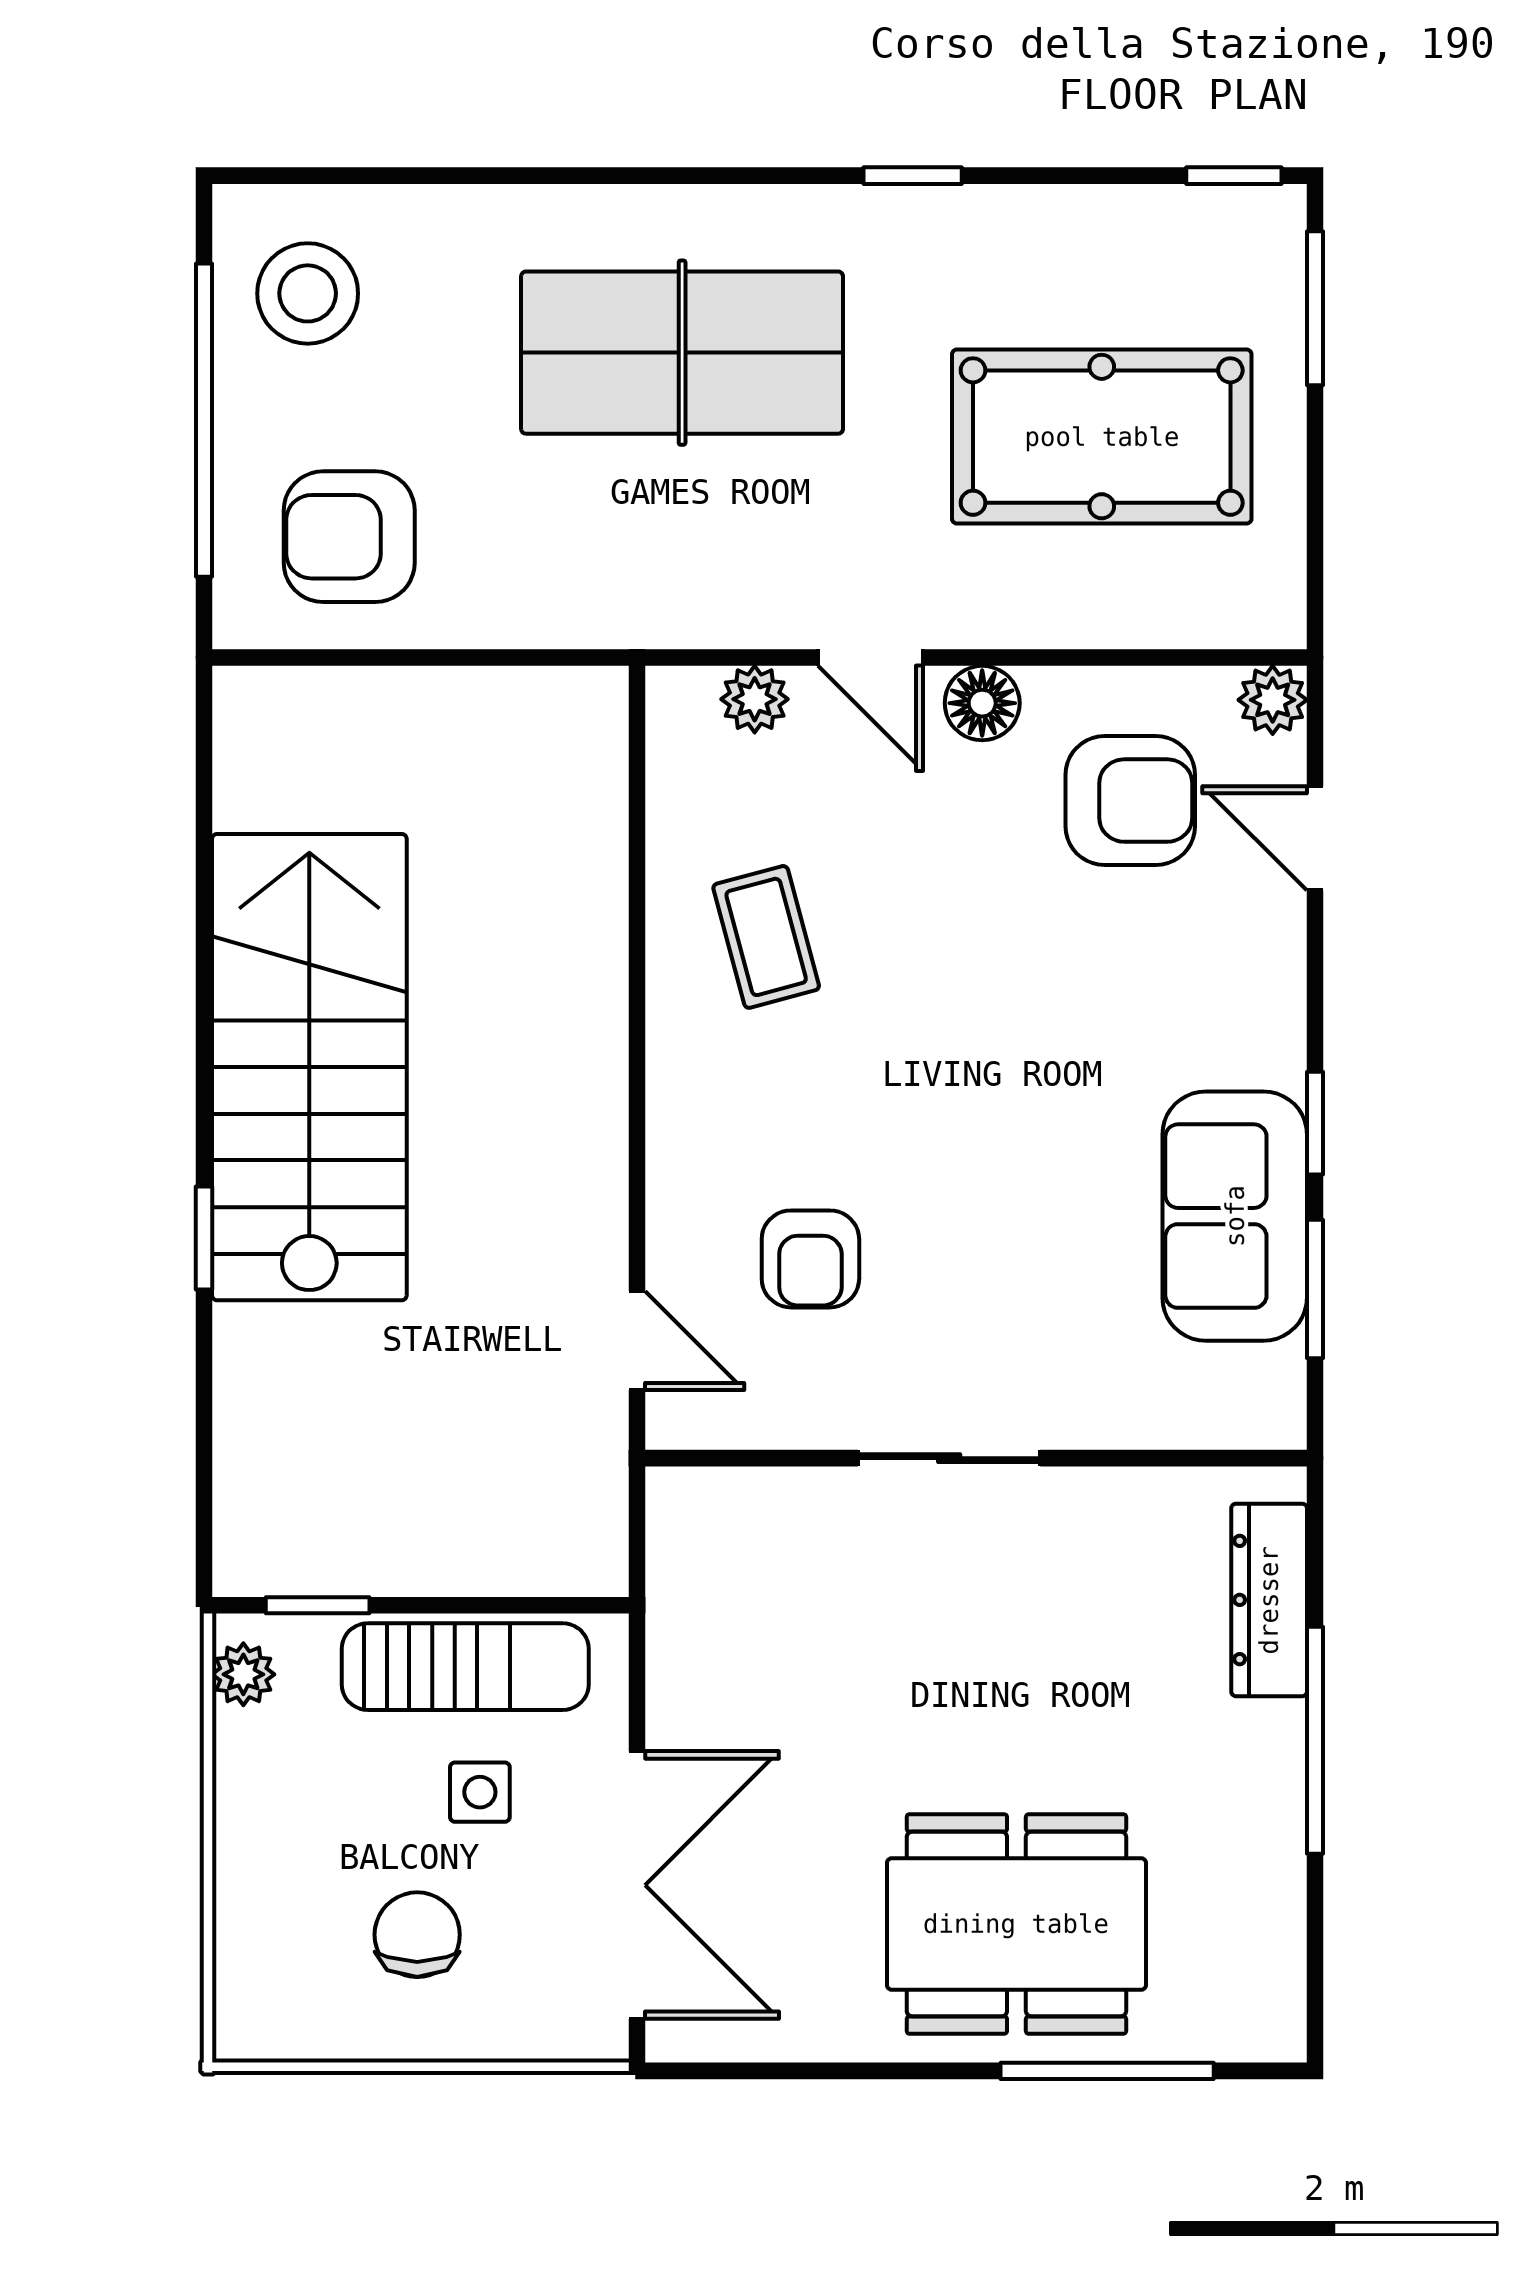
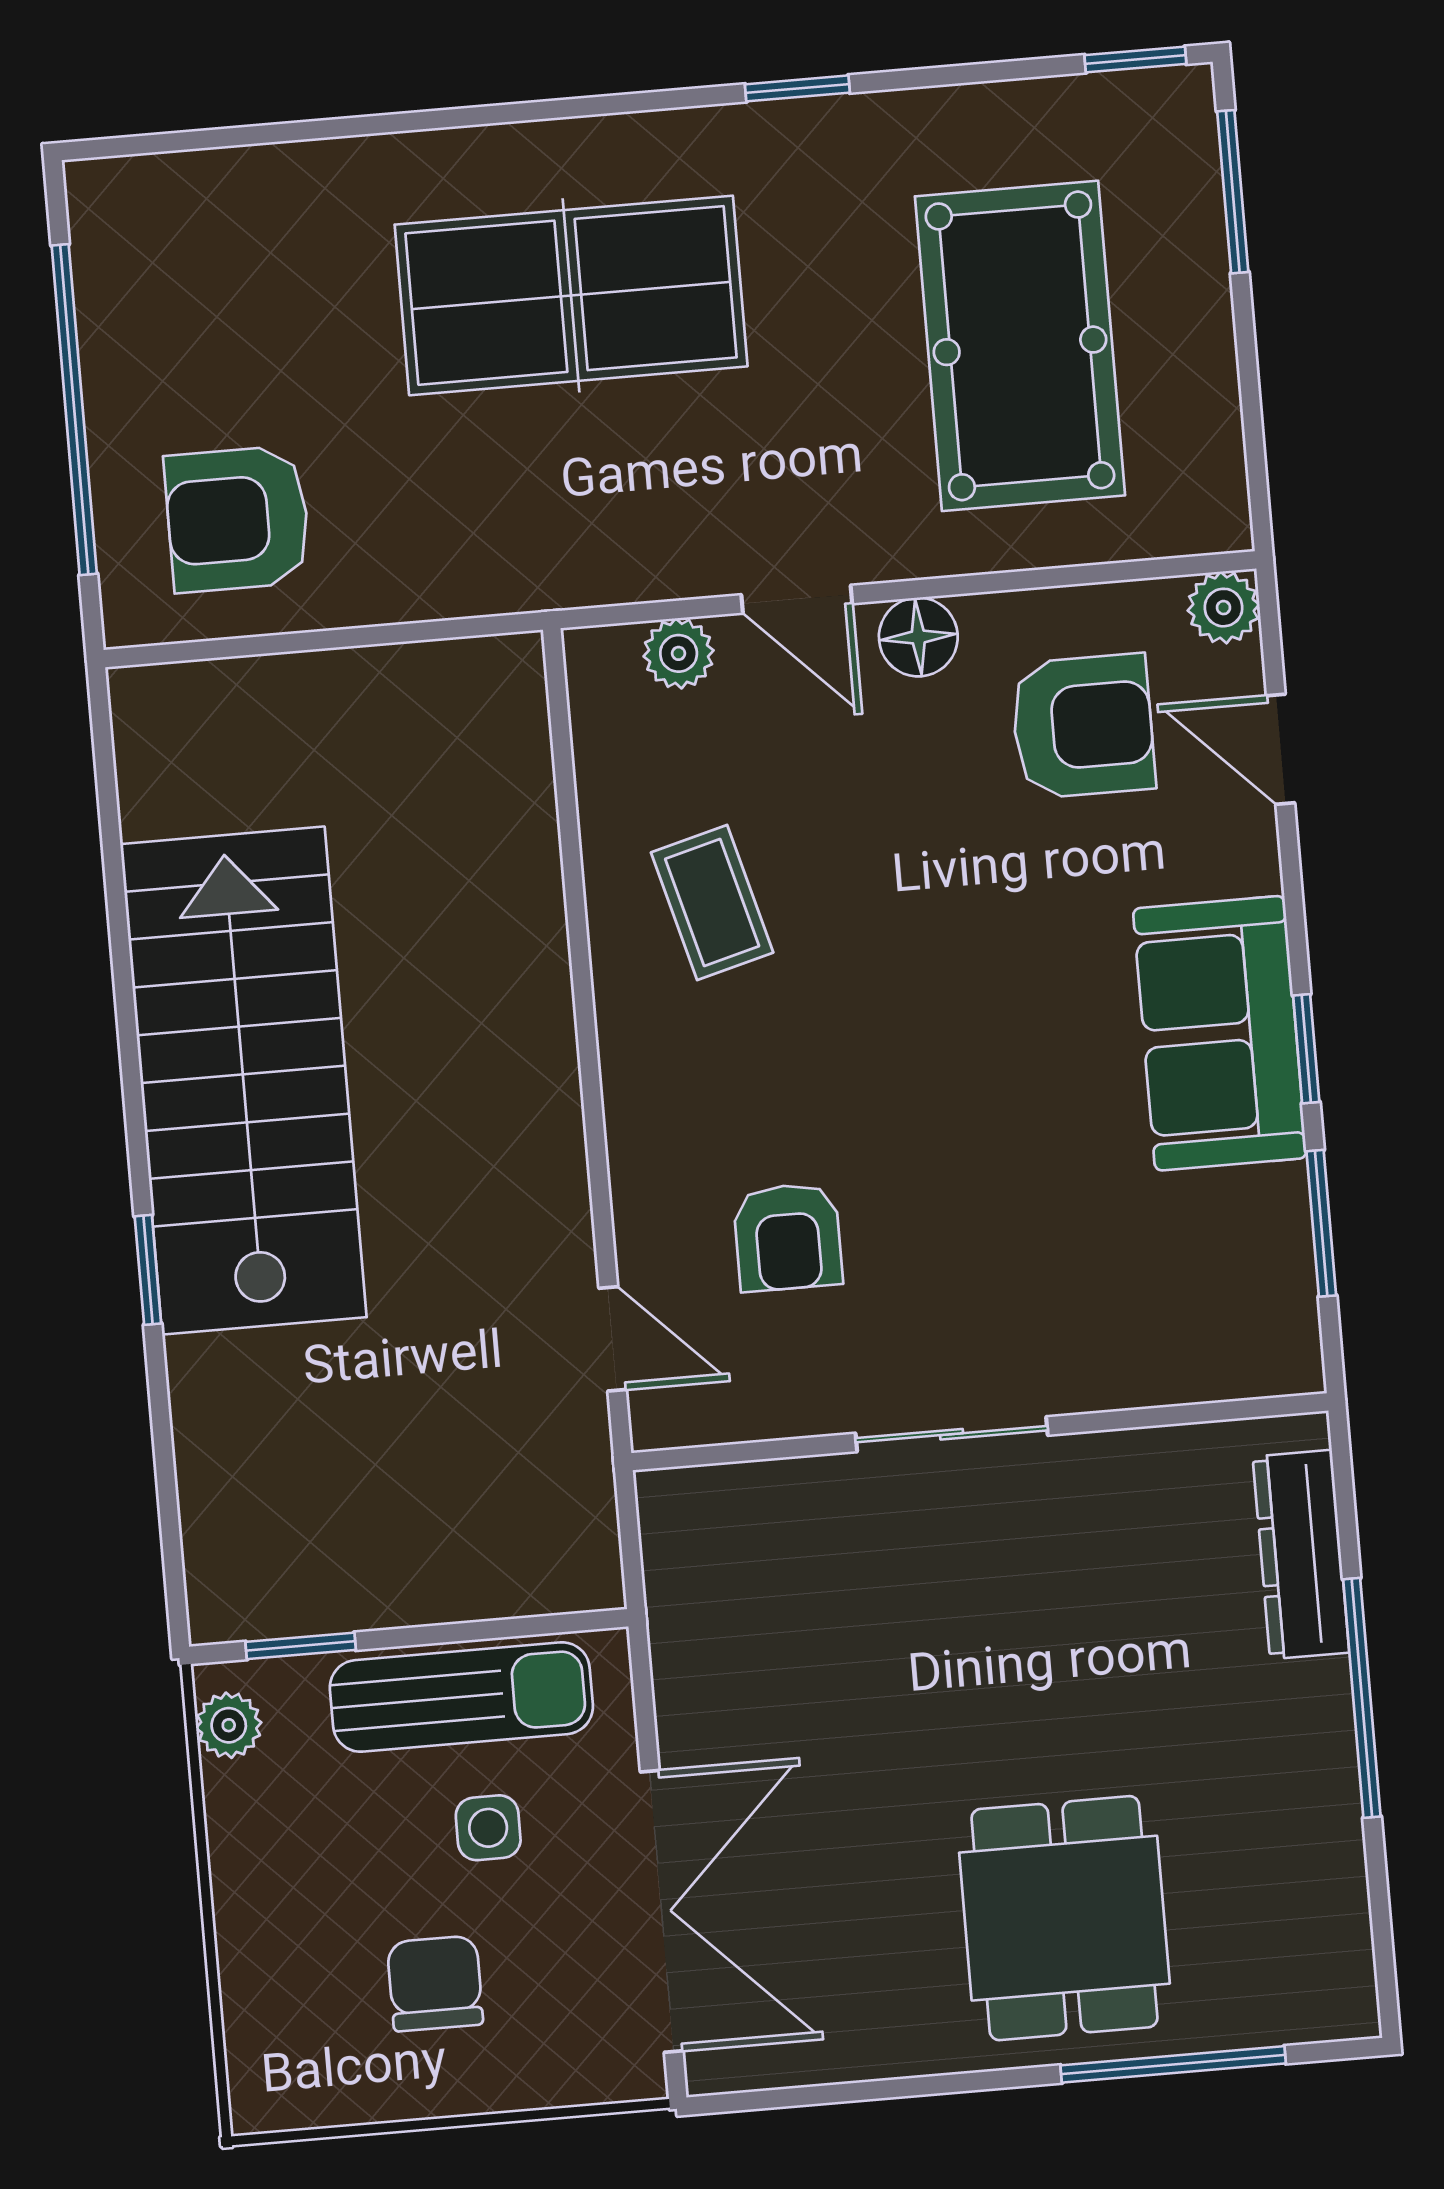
stool: (308, 293) -> (172, 267), removed
pool table: (1102, 437) -> (1020, 346), turned 90
sofa: (1235, 1216) -> (1220, 1033), moved
dining table: (1016, 1924) -> (1064, 1918), width x0.73

